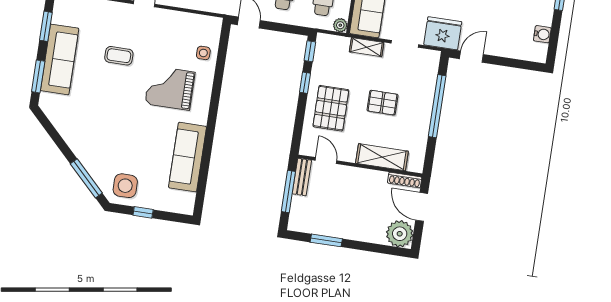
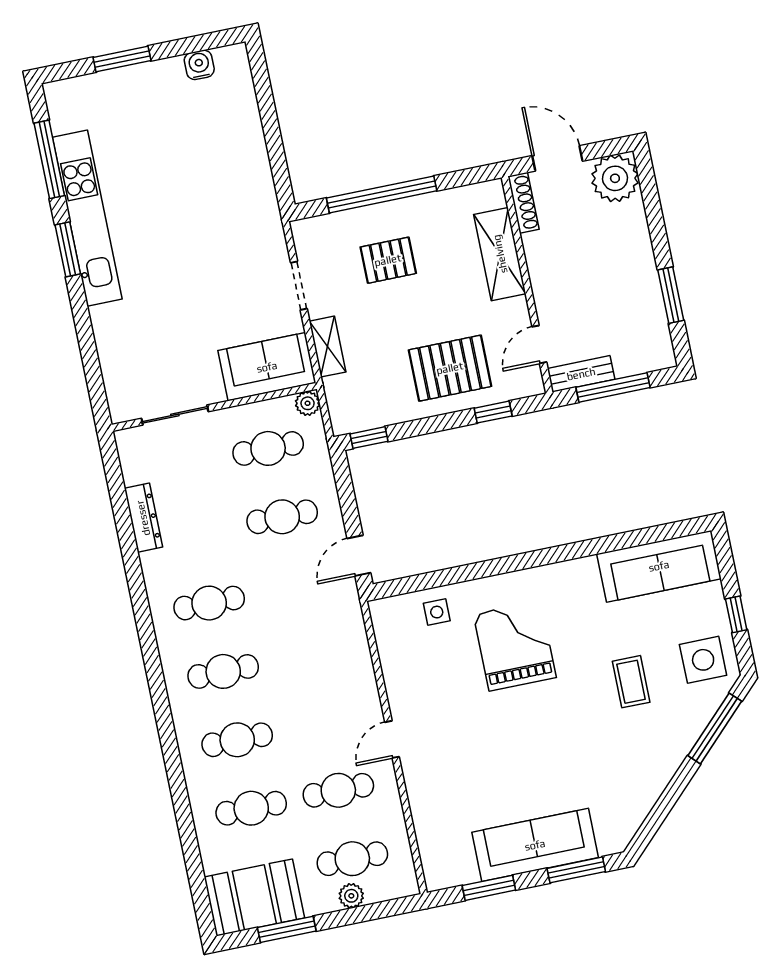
fridge: (443, 33) -> (258, 229), removed
coffee table: (119, 56) -> (631, 682), moved
door: (471, 57) -> (279, 168), removed
window: (305, 83) -> (493, 412), moved
grand piano: (170, 88) -> (515, 646), turned 180
pallet: (383, 103) -> (388, 260), moved, turned 90
sofa: (188, 157) -> (659, 566), moved
door: (422, 207) -> (557, 158), swing flipped

